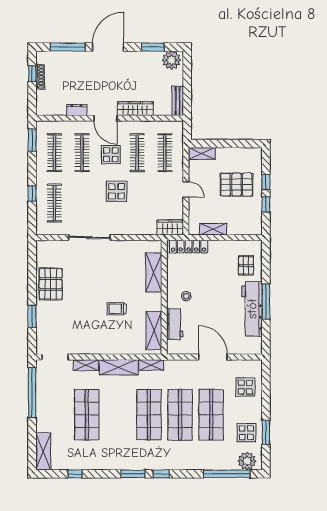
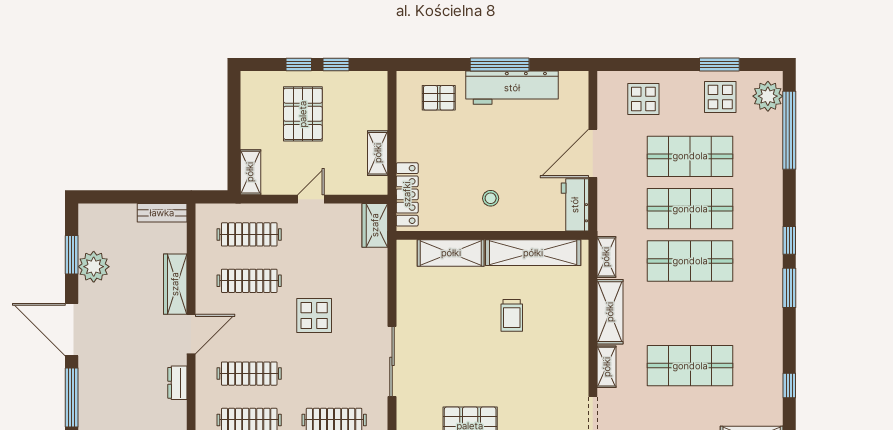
plant: (172, 60) -> (94, 267), moved
display table: (111, 155) -> (253, 325), removed
workbench: (175, 324) -> (575, 205), moved, turned -90
shelving: (154, 330) -> (533, 253), width x1.47

